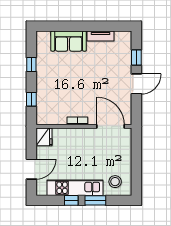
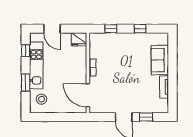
door: (111, 126) -> (88, 95), swing flipped
window: (71, 200) -> (26, 51), moved

